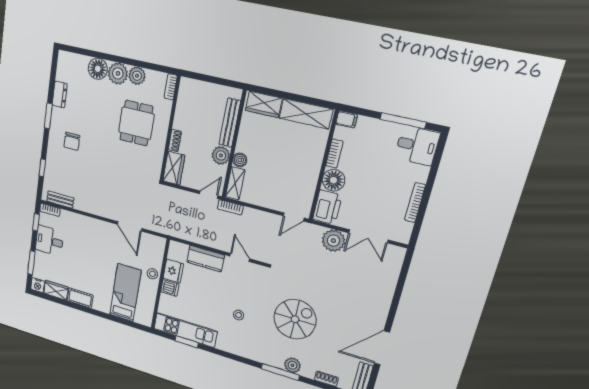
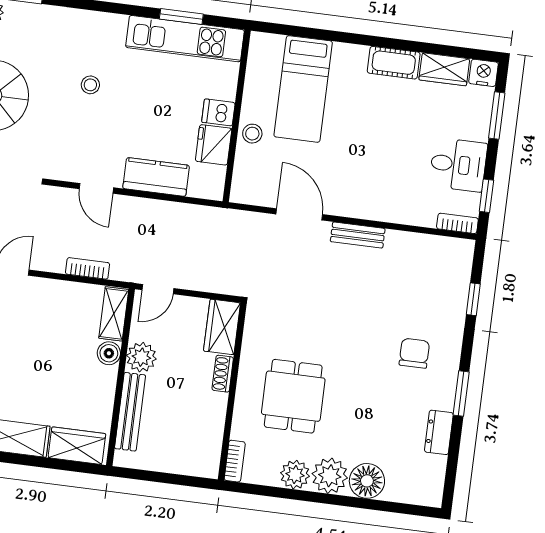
bench: (60, 200) -> (358, 235), moved
bookcase: (230, 207) -> (88, 268), moved

